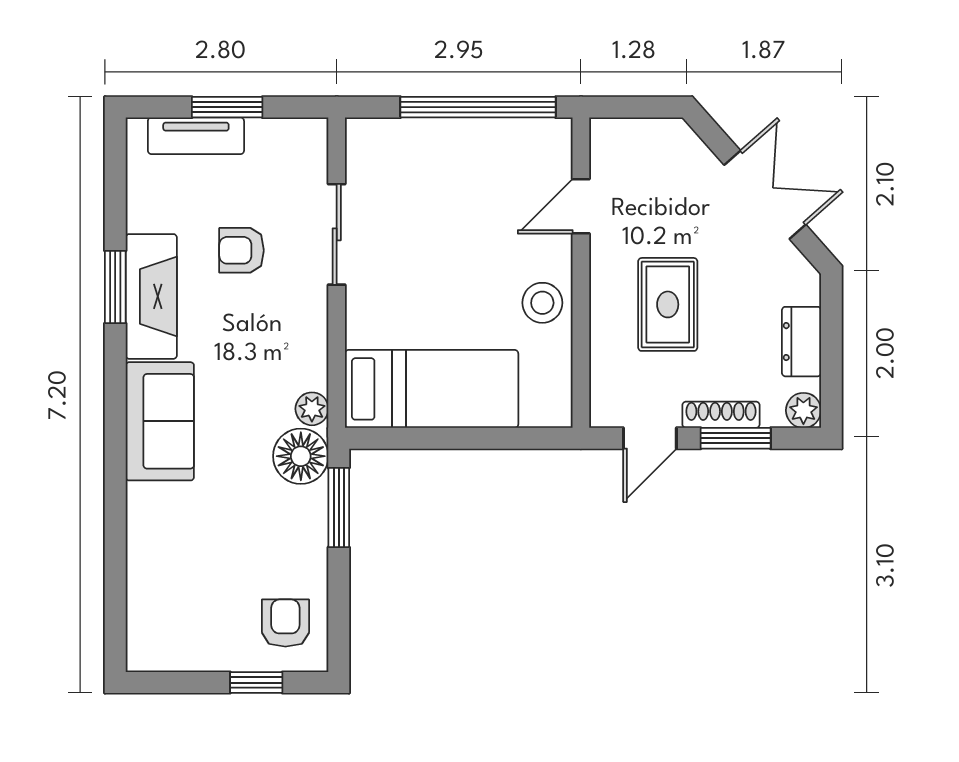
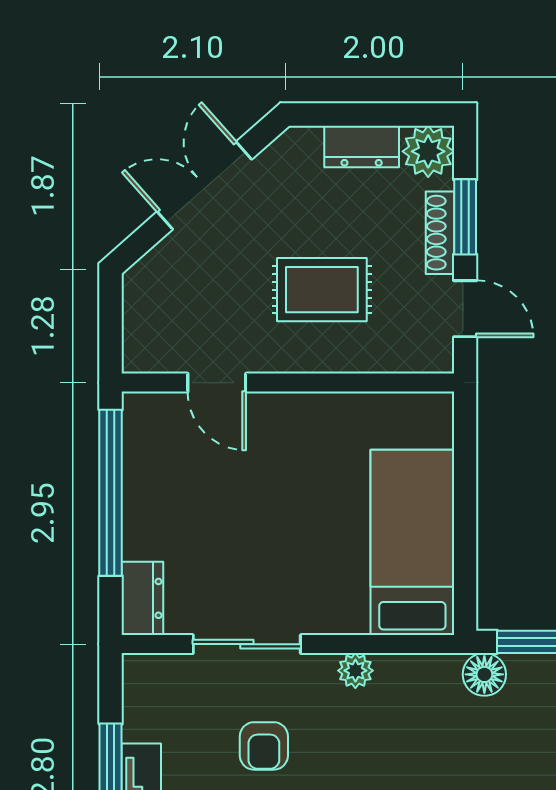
dresser: (379, 137) -> (142, 598), added
stool: (542, 303) -> (320, 424), removed
plant: (312, 409) -> (355, 671), moved
plant: (803, 410) -> (428, 151), width x1.38, depth x1.38
floor lamp: (301, 456) -> (484, 674), width x0.73, depth x0.73

